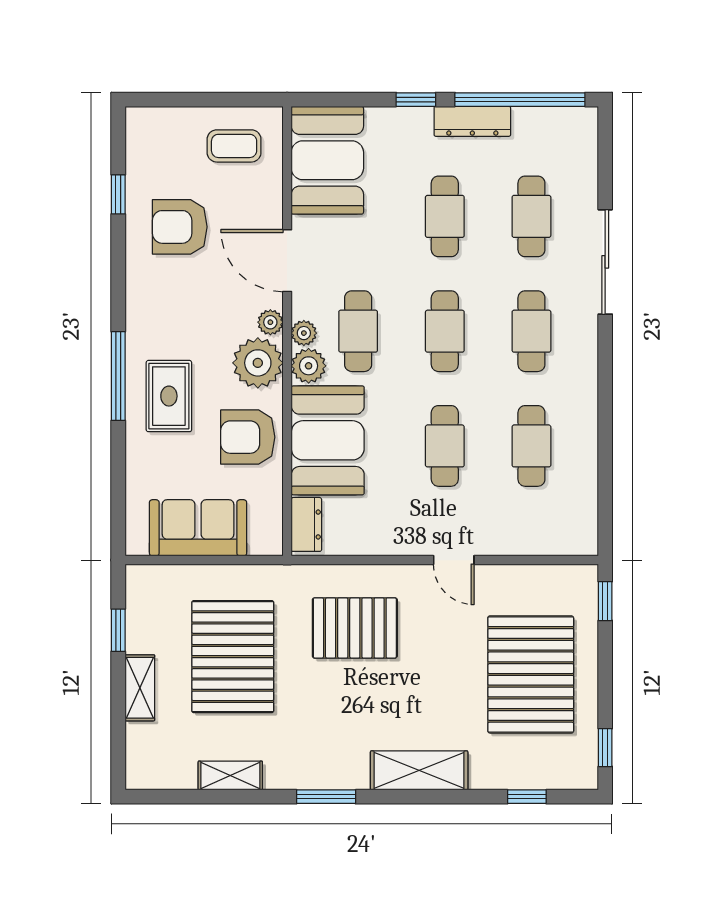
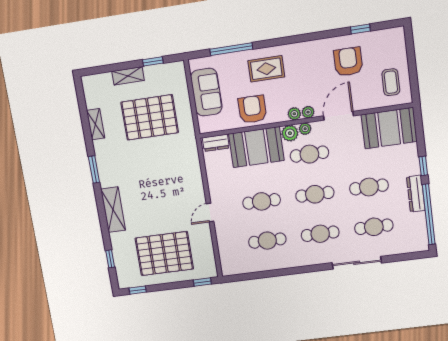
plant: (258, 363) -> (294, 114), width x0.53, depth x0.53
window: (118, 376) -> (231, 49), moved
pallet: (355, 628) -> (172, 172), removed

